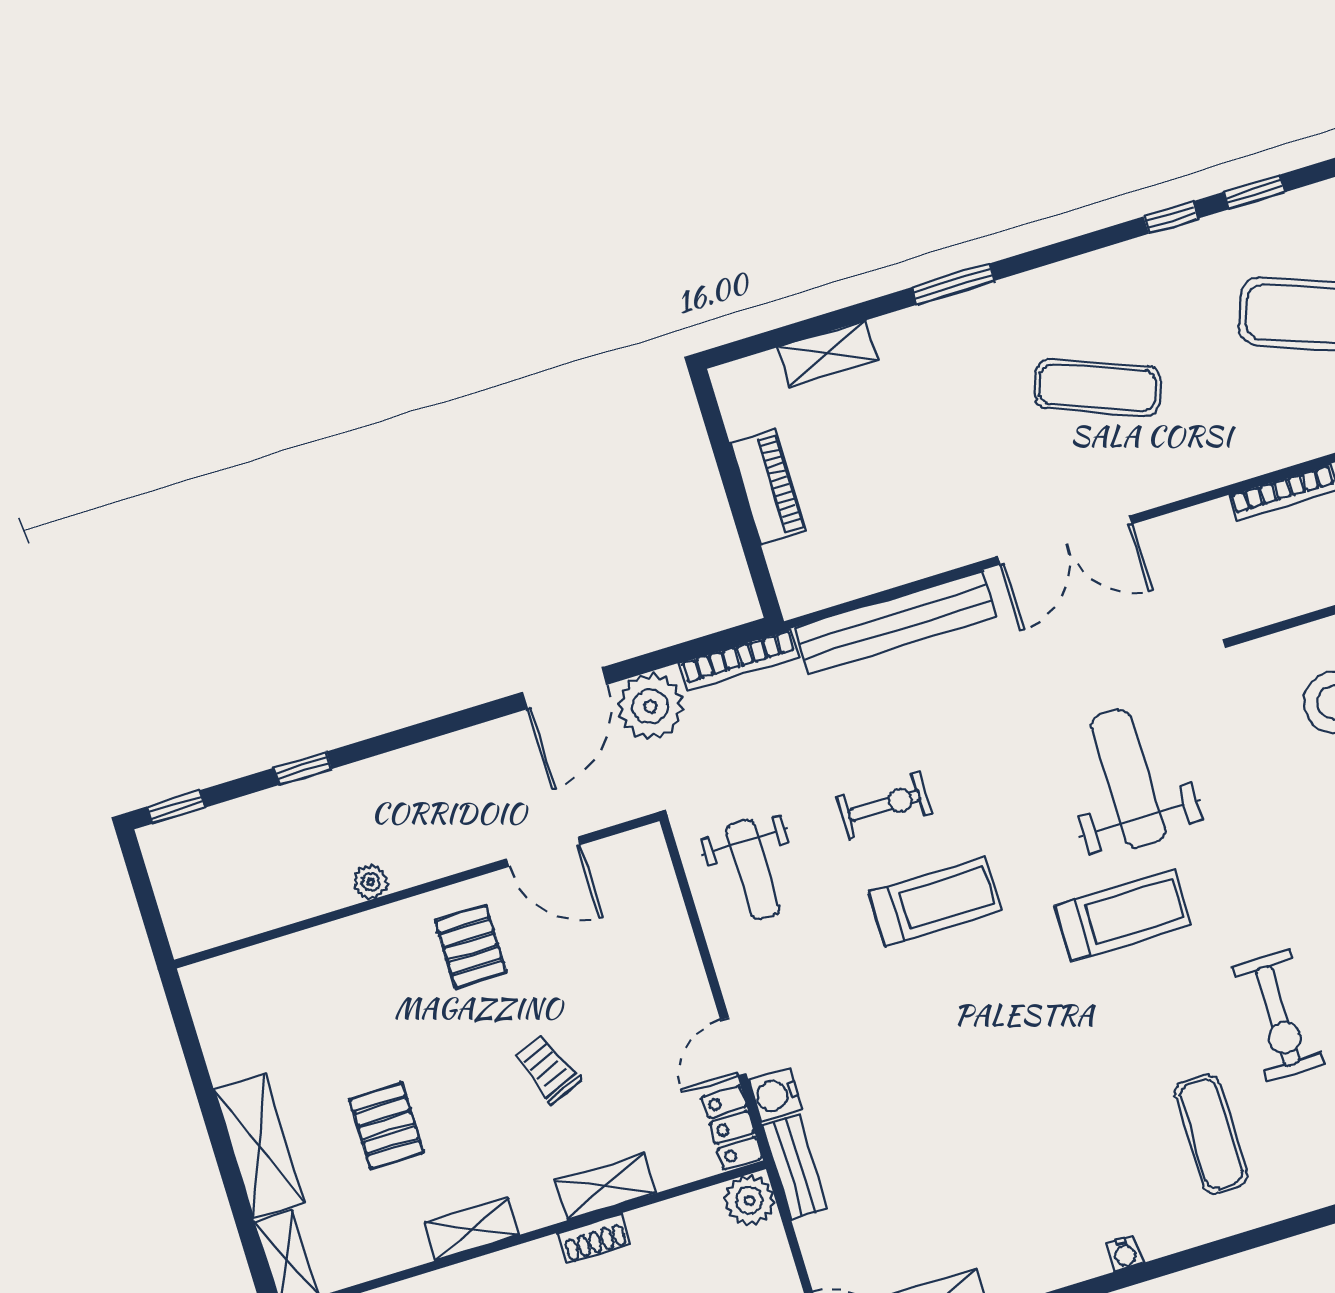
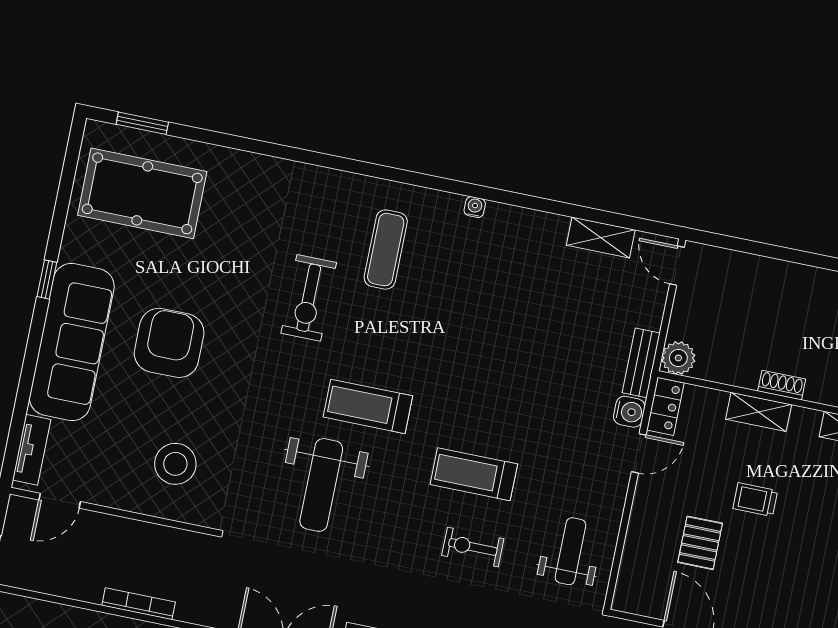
pallet: (471, 947) -> (700, 543), moved
exercise bike: (1278, 1016) -> (309, 298), turned 180
trolley: (547, 1069) -> (755, 500), turned 112

